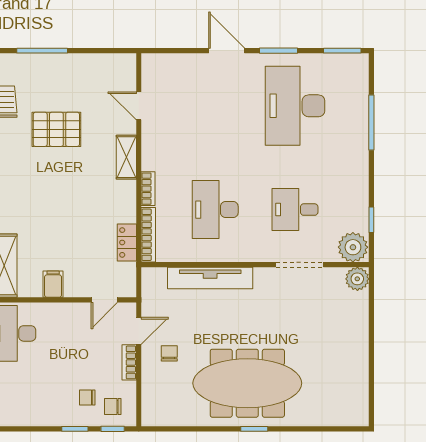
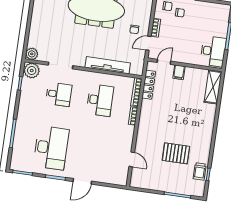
door: (227, 51) -> (82, 181), hinge flipped
shelving: (126, 157) -> (142, 134), removed
locker: (127, 242) -> (149, 85), width x1.53
filing cabinet: (53, 284) -> (179, 72), moved

